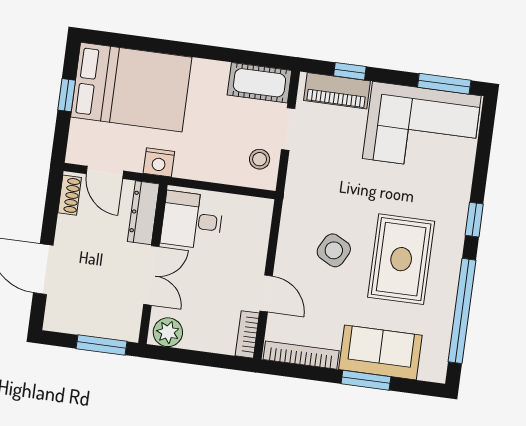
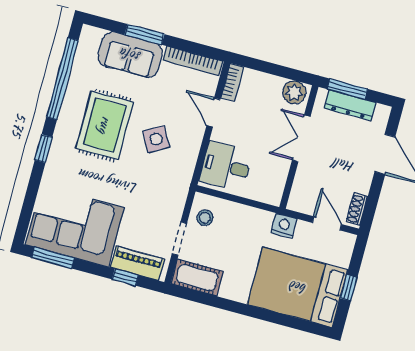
dresser: (143, 213) -> (350, 105), moved, turned 90
desk: (192, 220) -> (226, 166), moved, turned 180
side table: (334, 250) -> (156, 139), turned 33

